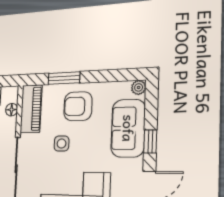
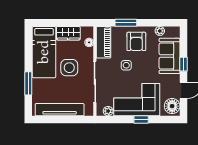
plant: (139, 87) -> (160, 31), moved
armchair: (78, 106) -> (136, 41), turned -90

